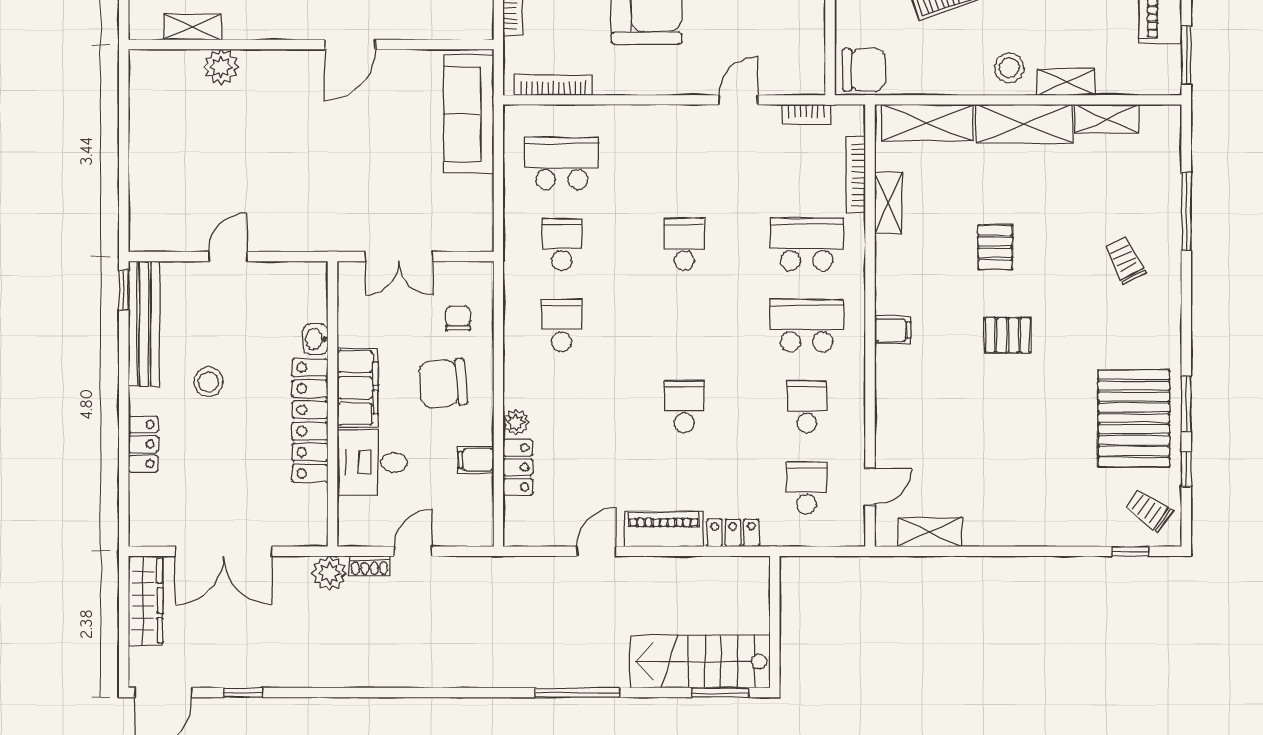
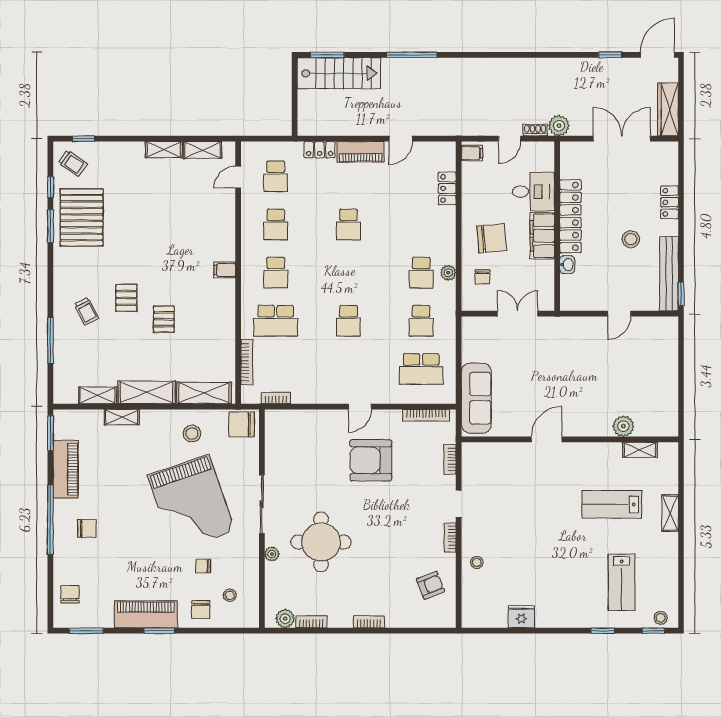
stool: (1009, 68) -> (192, 433), moved
door: (738, 100) -> (360, 407), moved
shelving: (888, 203) -> (164, 150), moved, turned 90
school desk: (807, 326) -> (276, 273), width x0.54
pallet: (1008, 335) -> (126, 298), moved, turned 90
plant: (516, 422) -> (448, 273), moved
filing cabinet: (476, 460) -> (472, 153), moved

